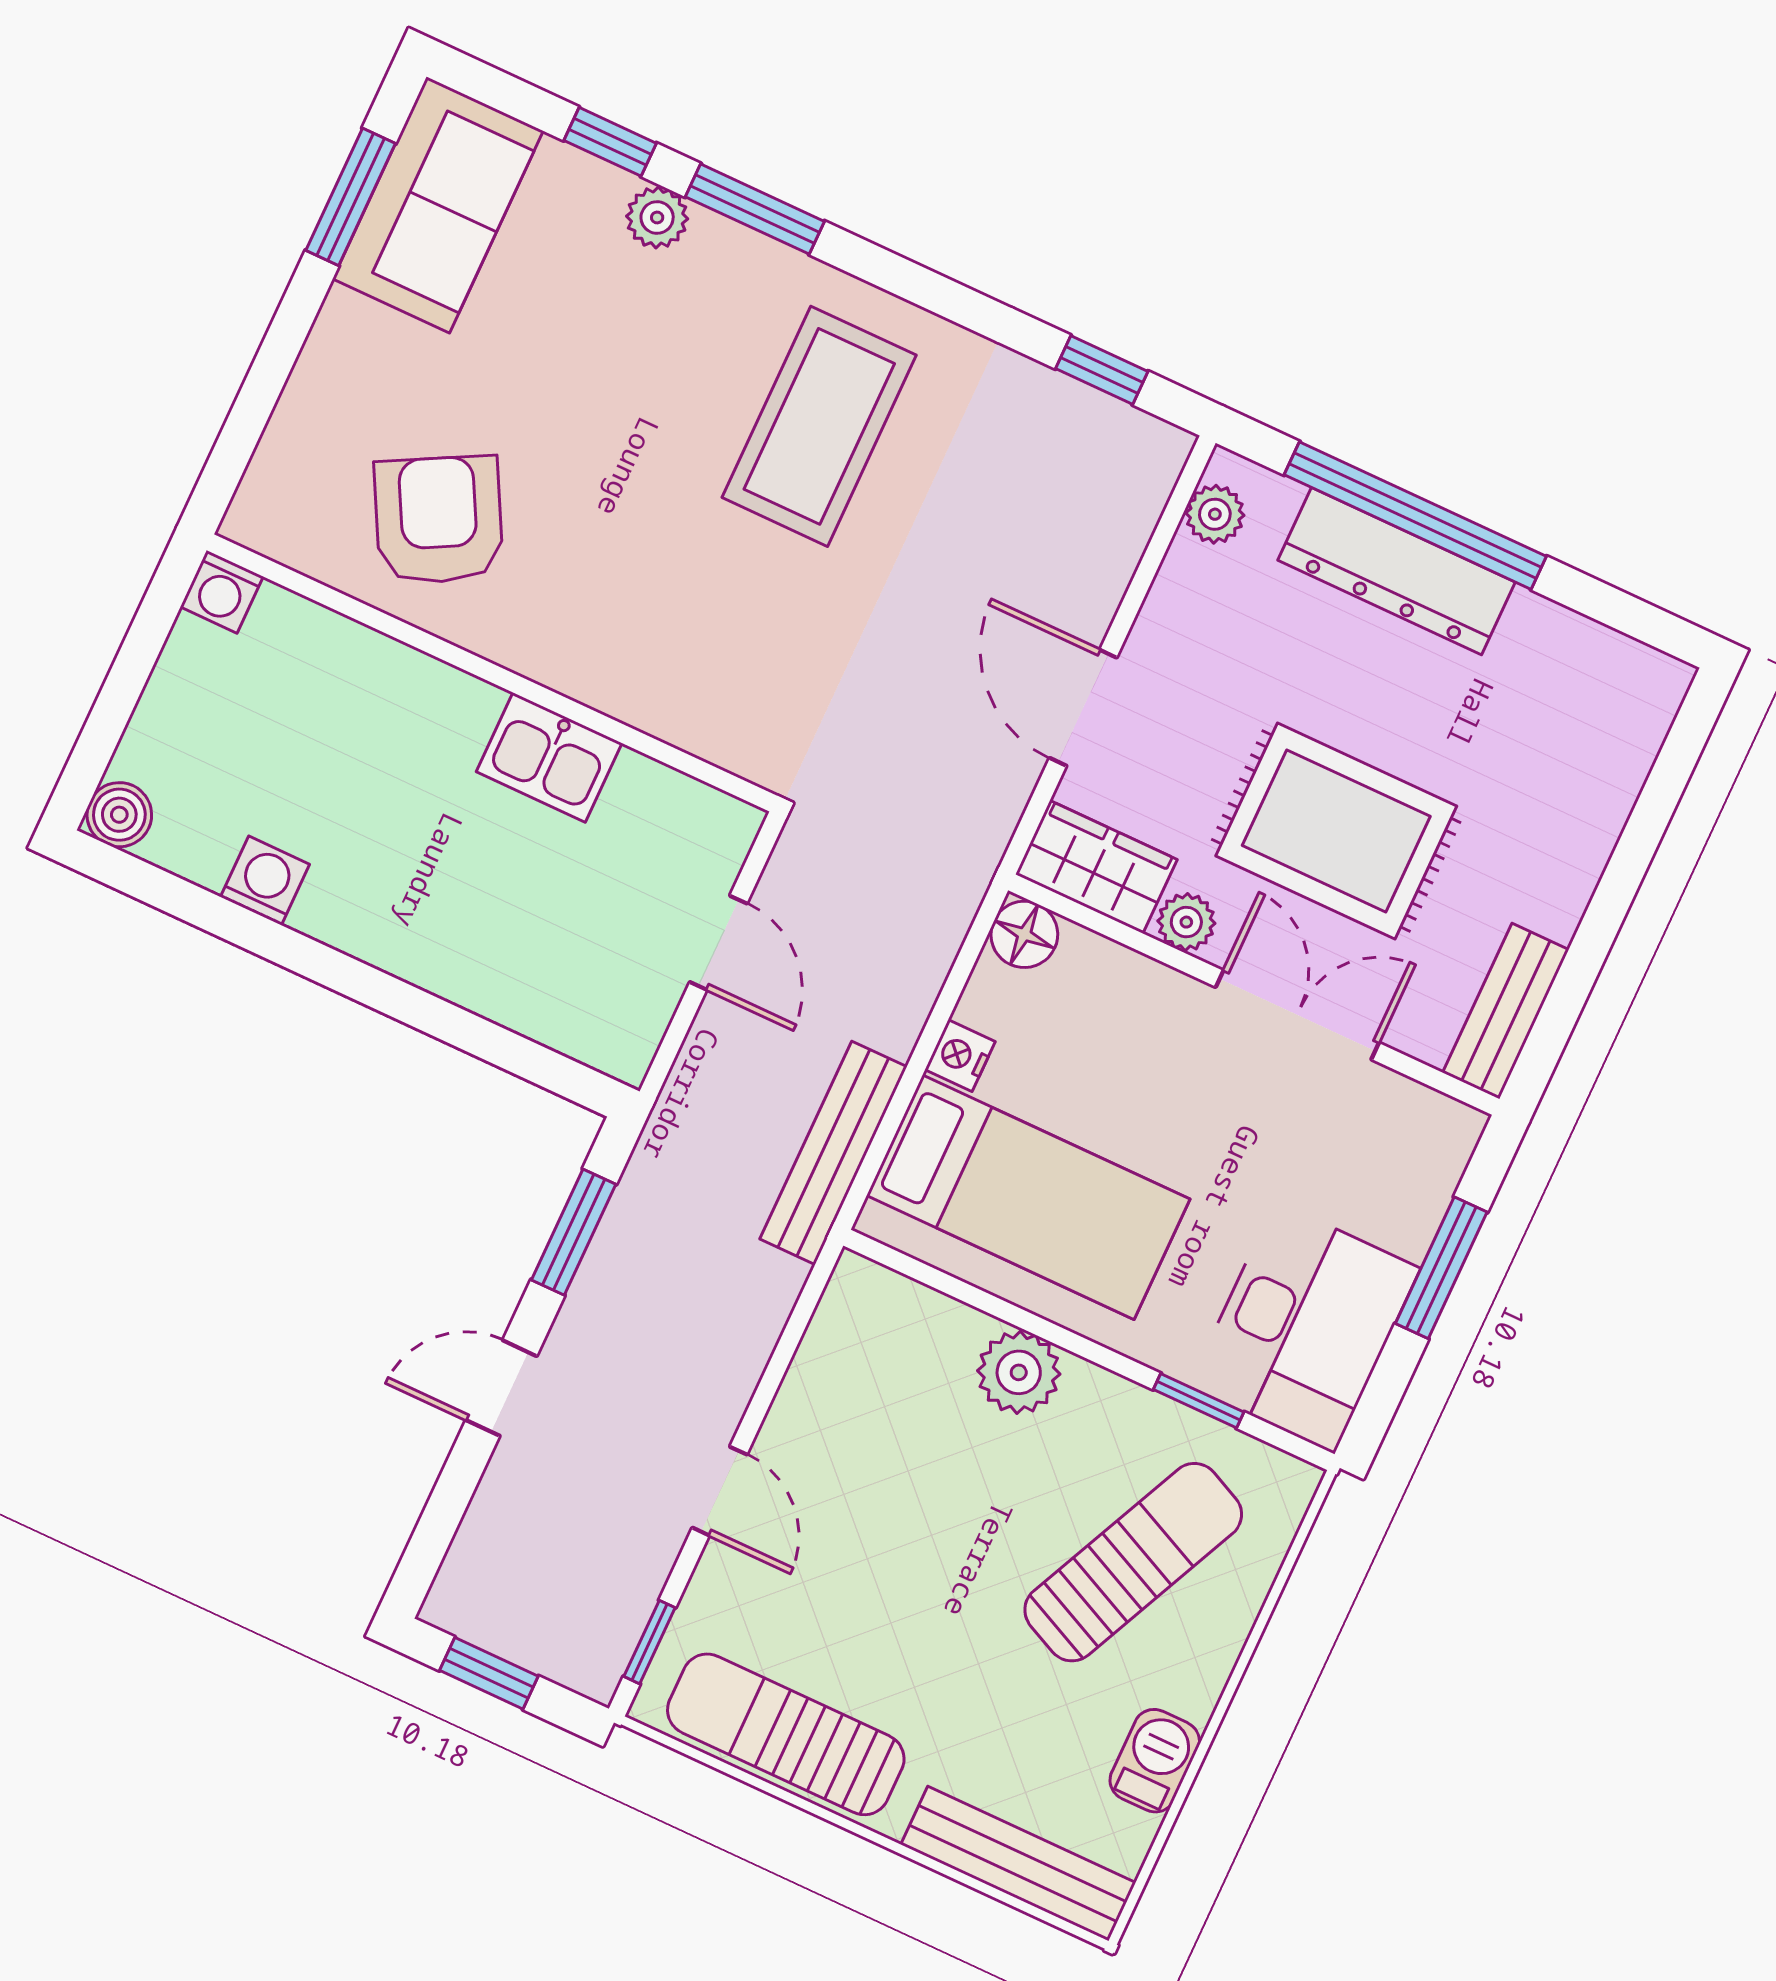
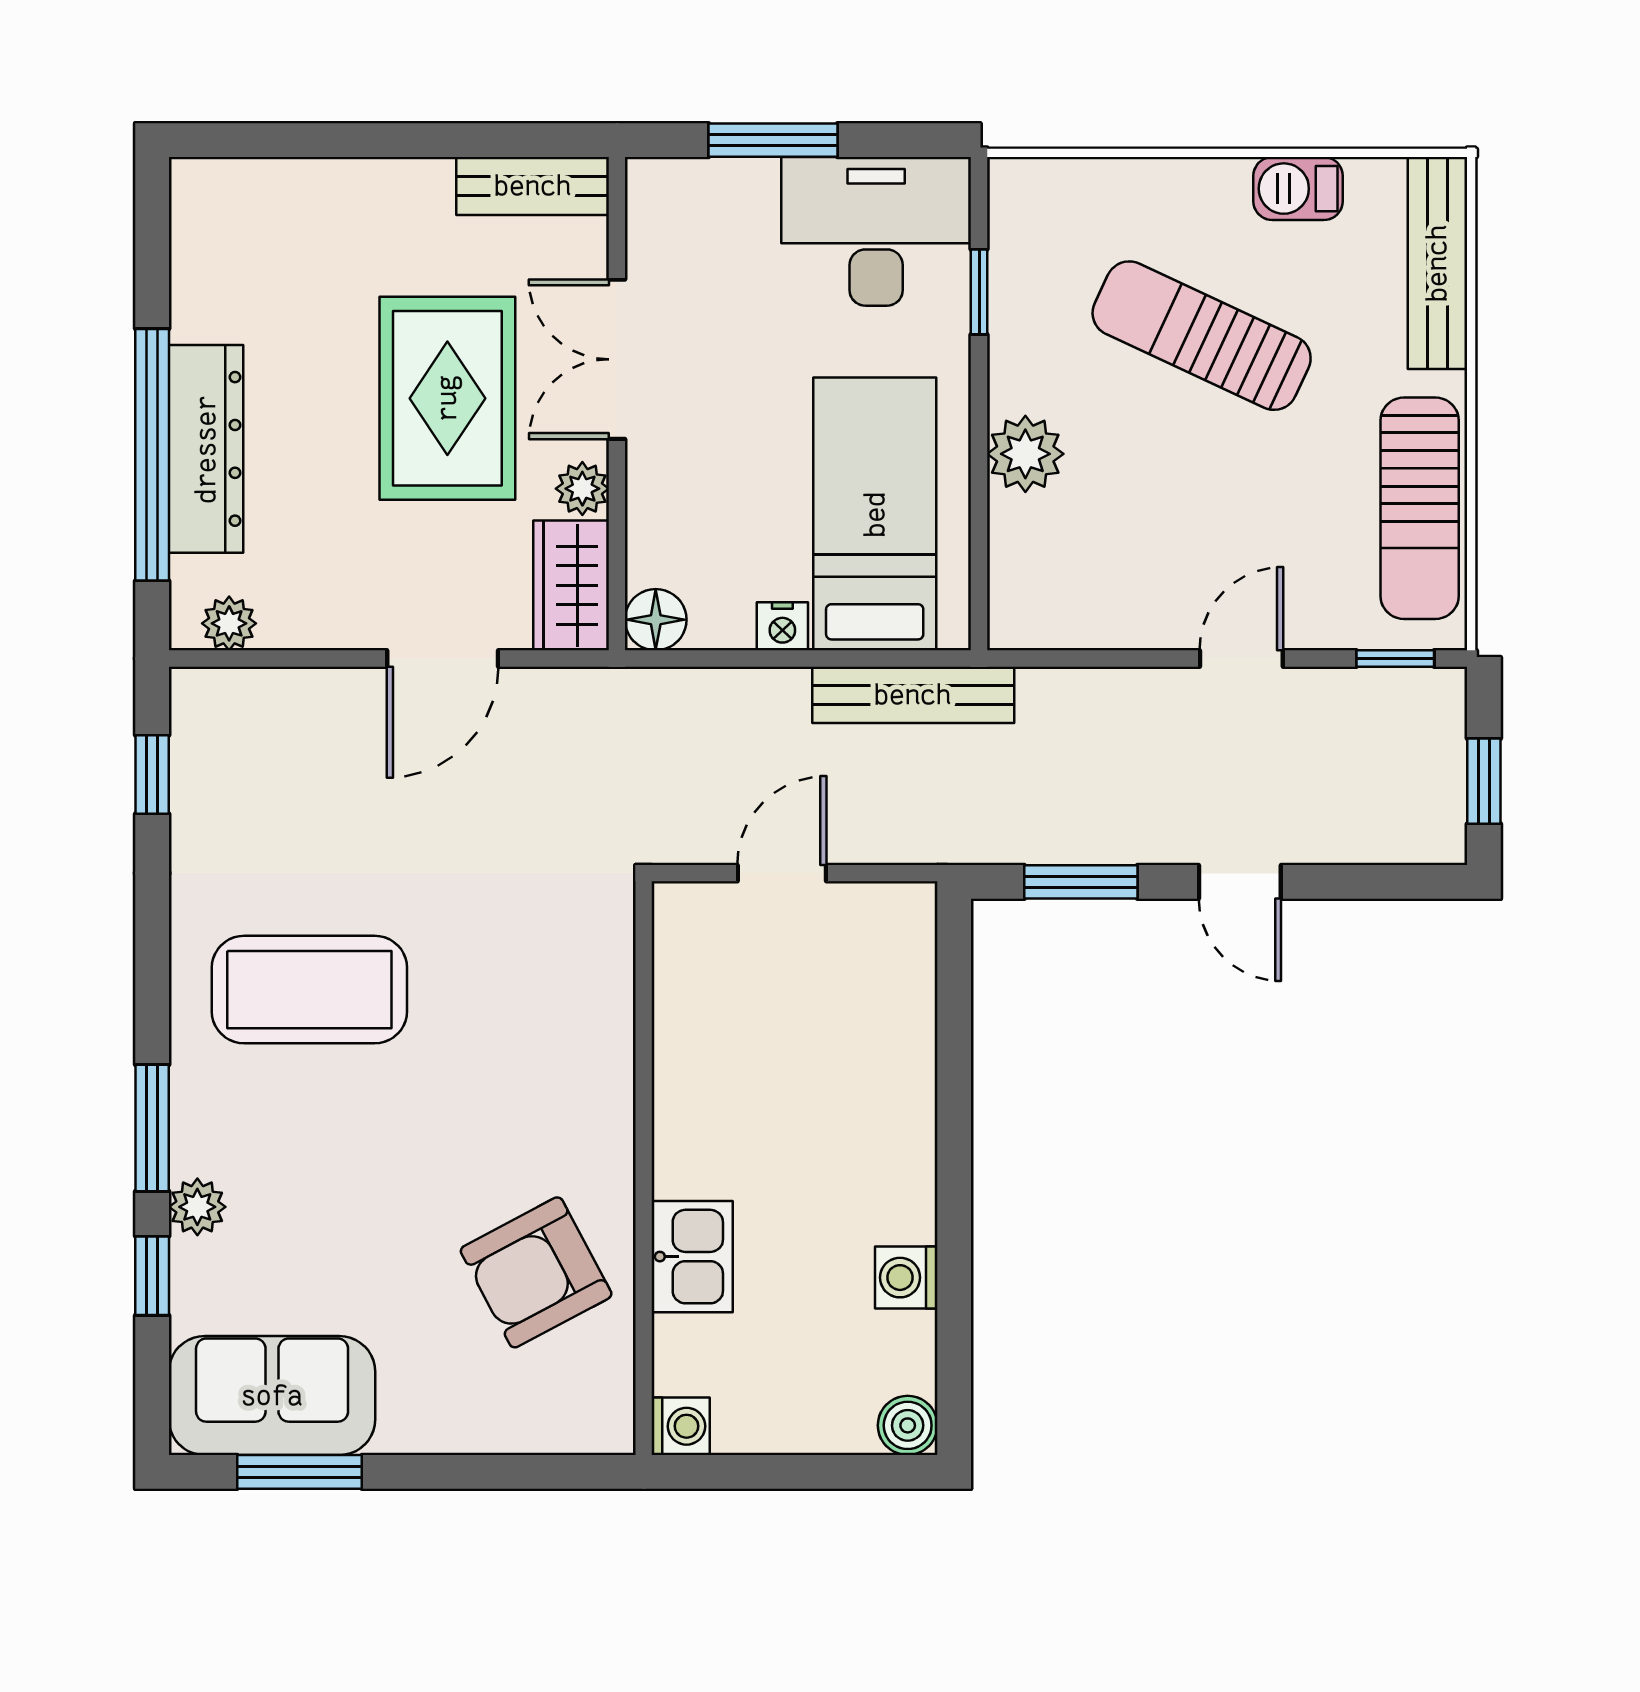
kitchen sink: (549, 757) -> (692, 1257), moved
sun lounger: (1133, 1562) -> (1202, 336), moved

